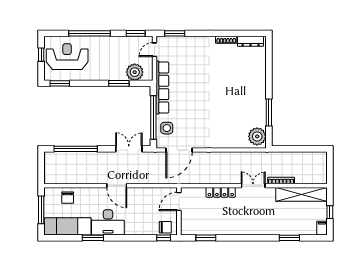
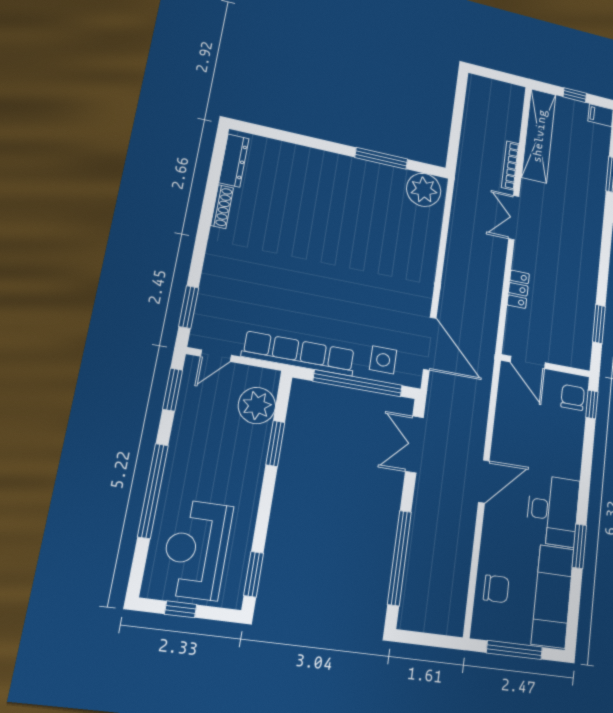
door: (154, 50) -> (216, 356), hinge flipped
locker: (221, 192) -> (518, 289), width x0.66

